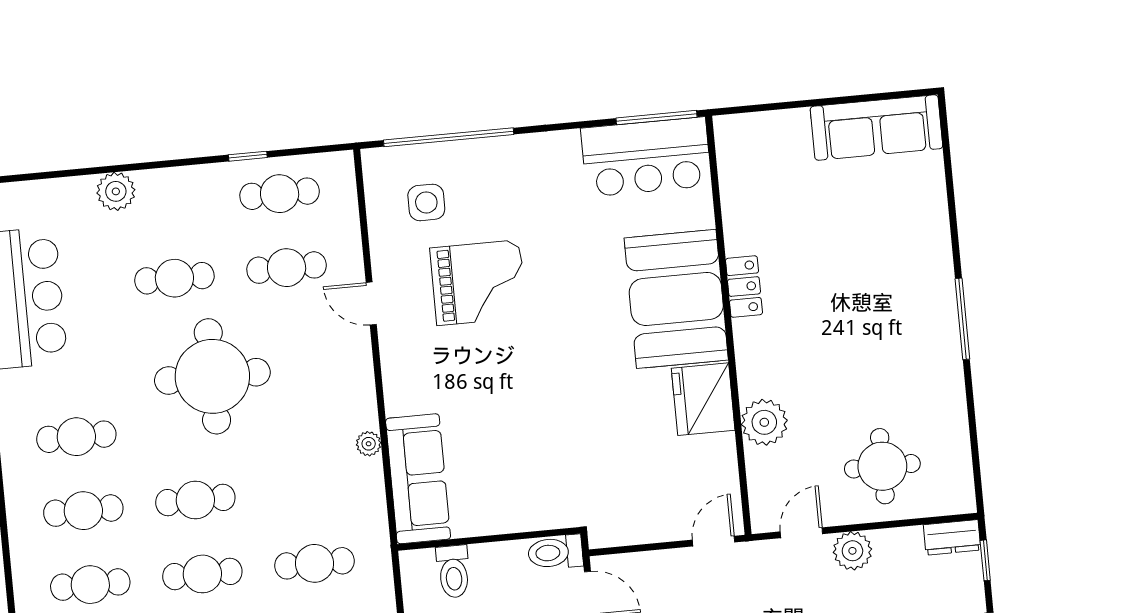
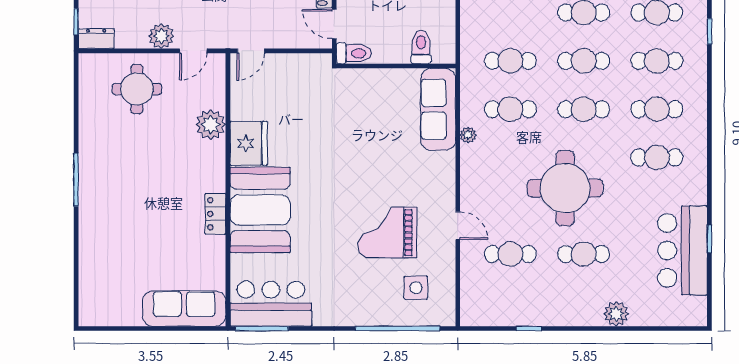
sofa: (876, 128) -> (184, 309), moved
cafe table: (280, 194) -> (510, 109), moved

